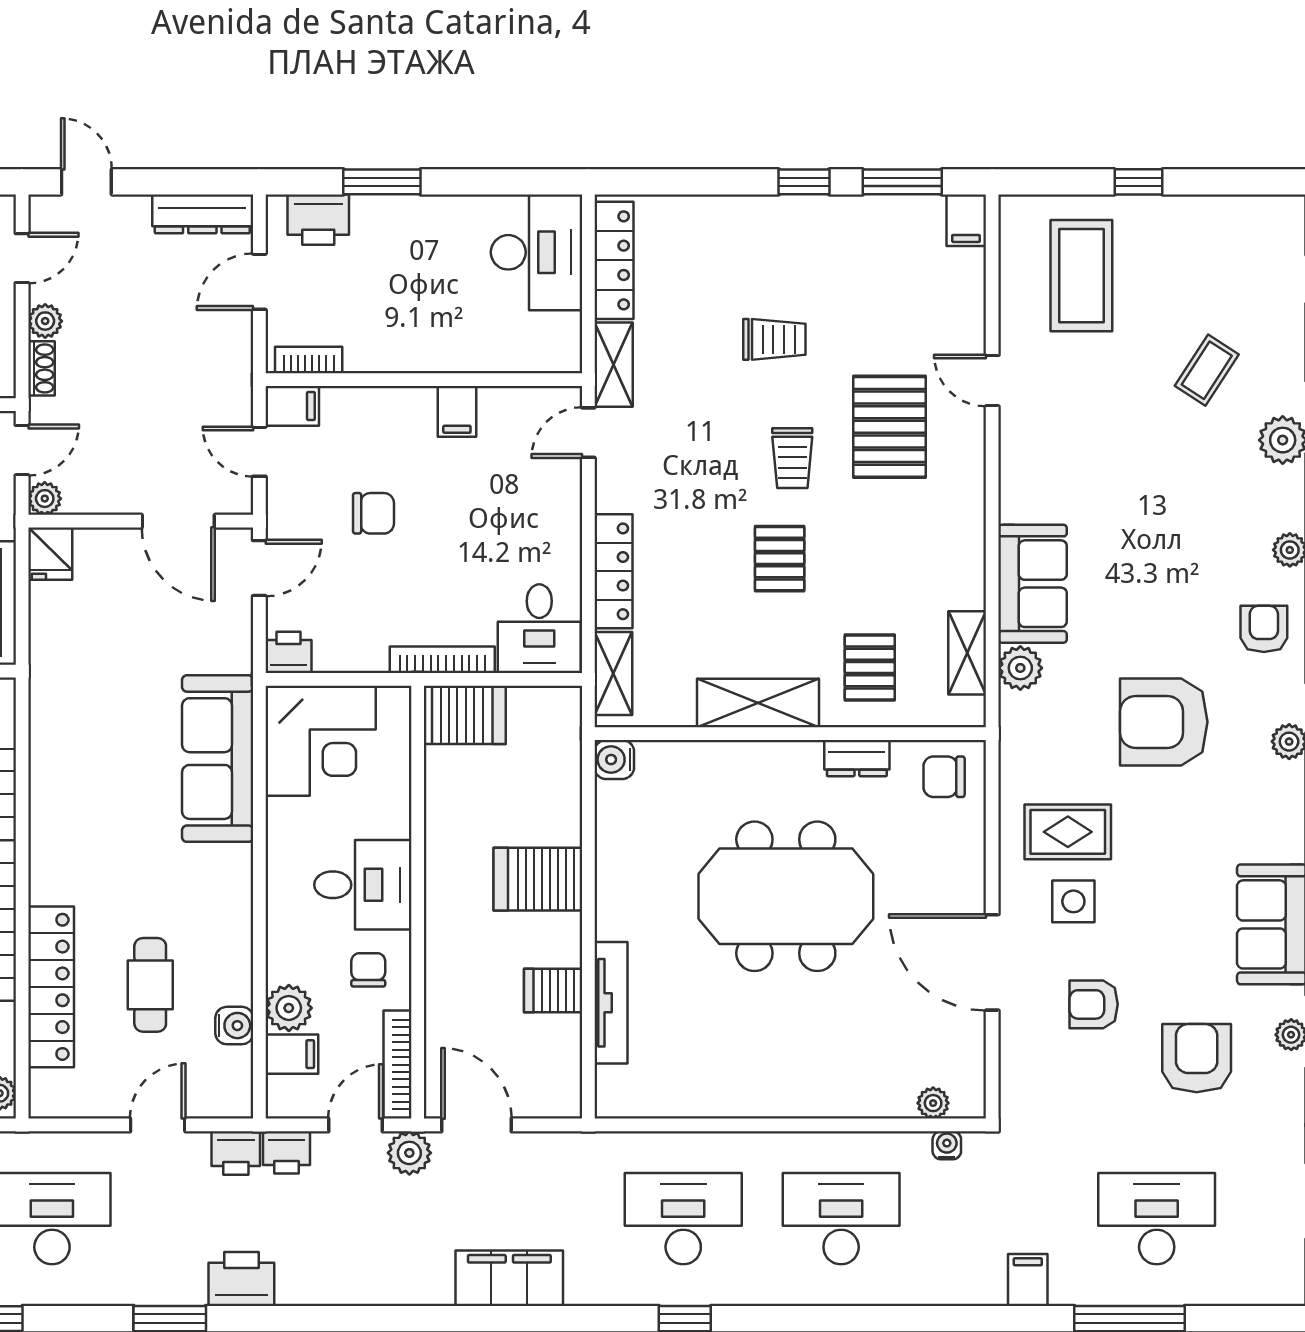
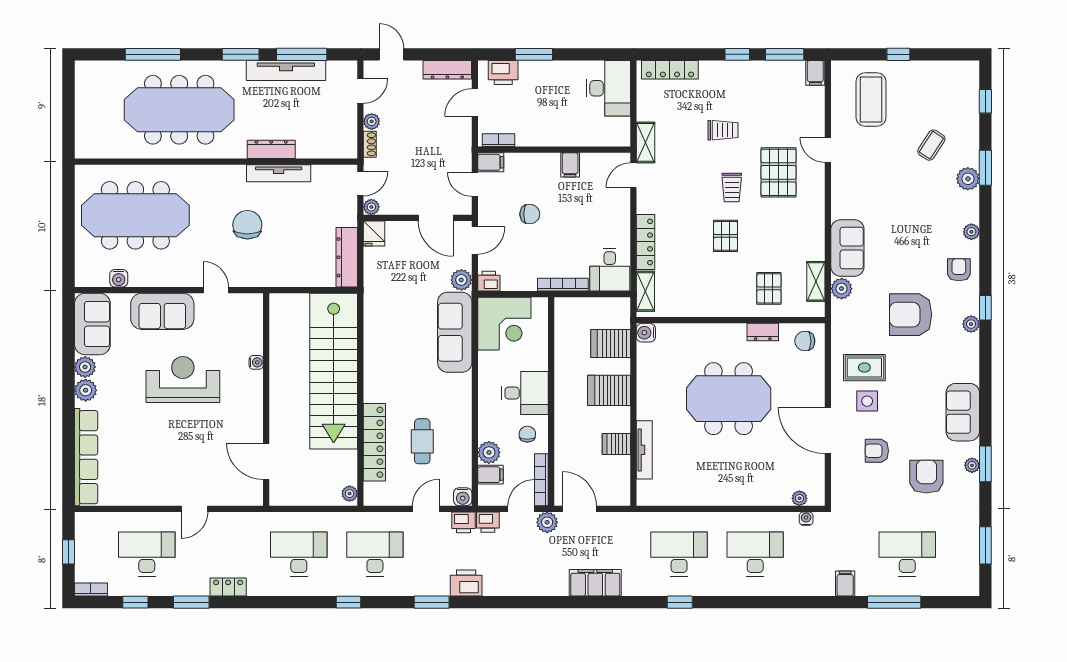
locker: (614, 260) -> (670, 70), moved, turned 90
plant: (231, 650) -> (461, 280), added
shelving: (758, 703) -> (715, 305), removed
server rack: (465, 715) -> (611, 343), moved, turned 180
water cooler: (234, 1026) -> (463, 497), moved, turned 90

